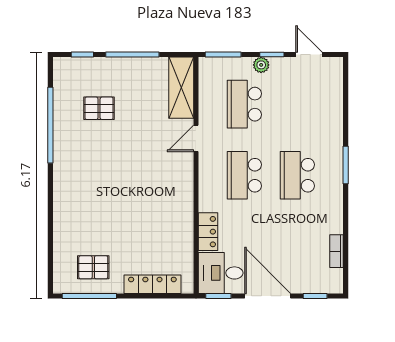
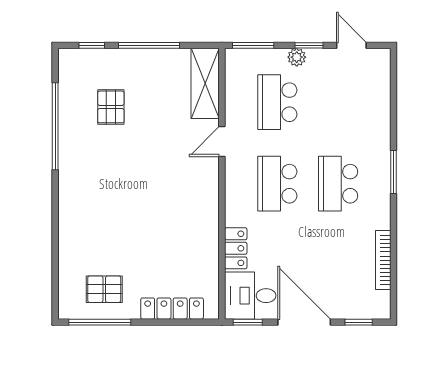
pallet: (99, 108) -> (111, 107), turned 90
bookcase: (337, 251) -> (383, 260), width x1.56

